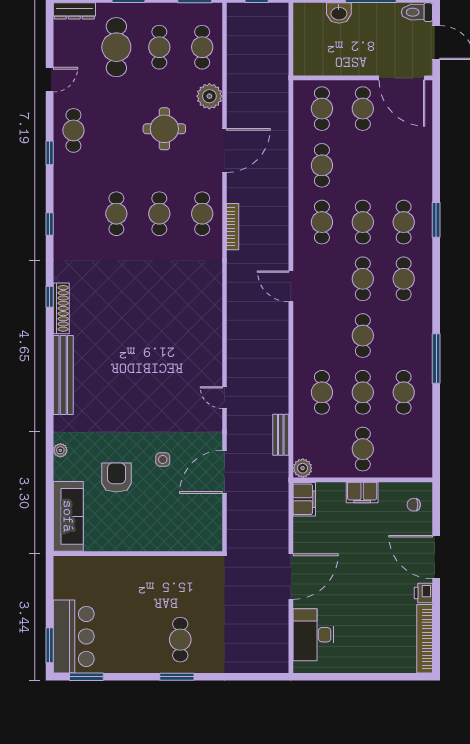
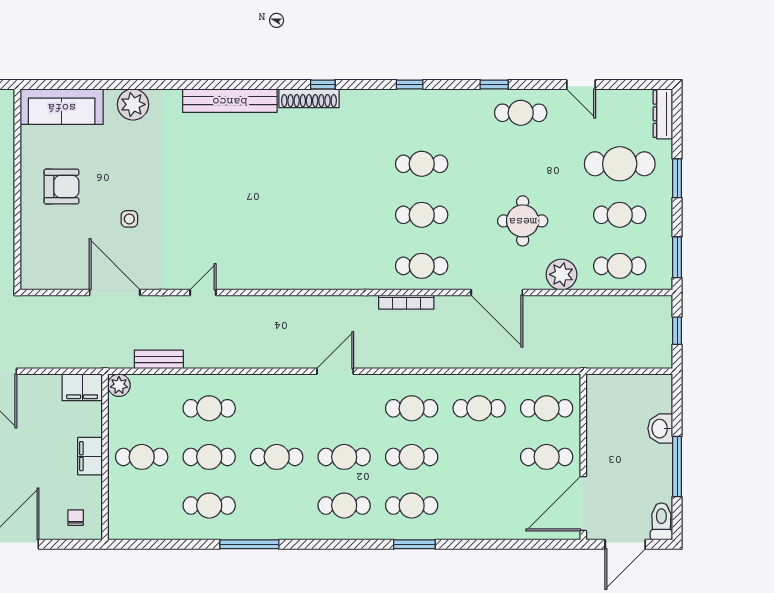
plant: (60, 450) -> (133, 104), width x1.88, depth x1.88
armchair: (117, 478) -> (61, 187), moved

